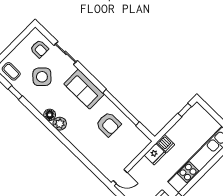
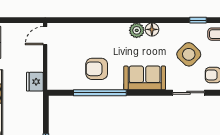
dishwasher: (166, 144) -> (35, 99), removed

